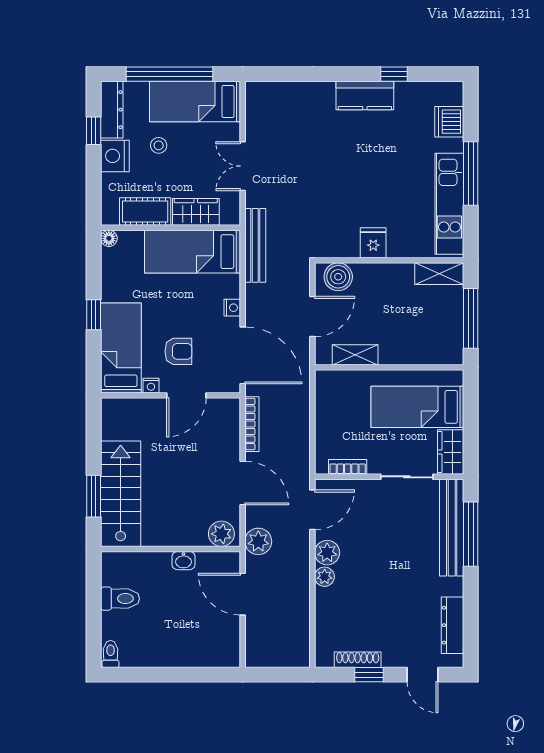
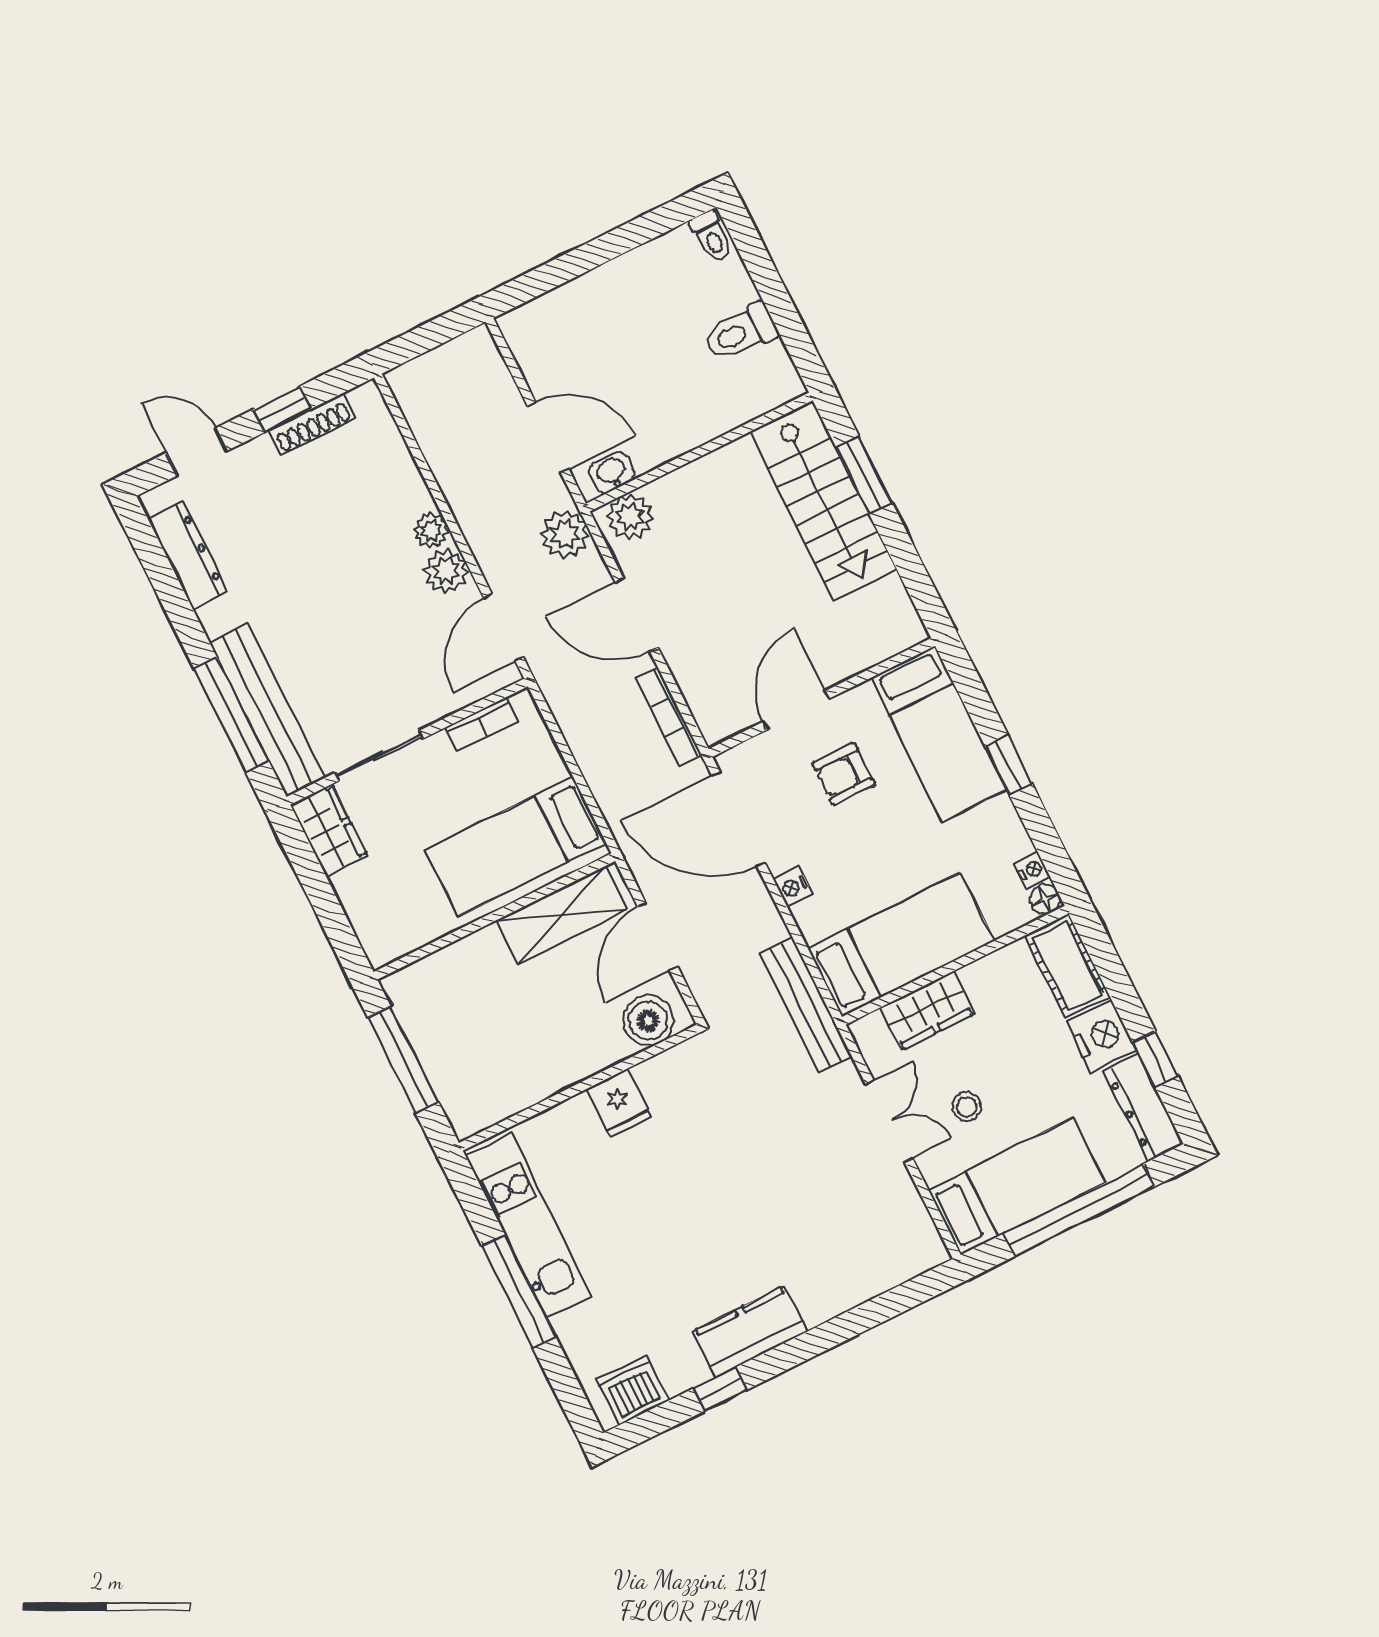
dishwasher: (449, 122) -> (633, 1390), moved, turned -90
stool: (159, 145) -> (967, 1106), moved
cot: (145, 211) -> (1067, 966), moved, turned 90
shelving: (439, 274) -> (489, 1106), removed
shelving: (355, 355) -> (562, 915), width x1.50, depth x1.33
nightstand: (151, 386) -> (1032, 870), moved, turned 90
bed: (417, 407) -> (516, 847), moved, turned 180
washbasin: (184, 561) -> (612, 473), moved

